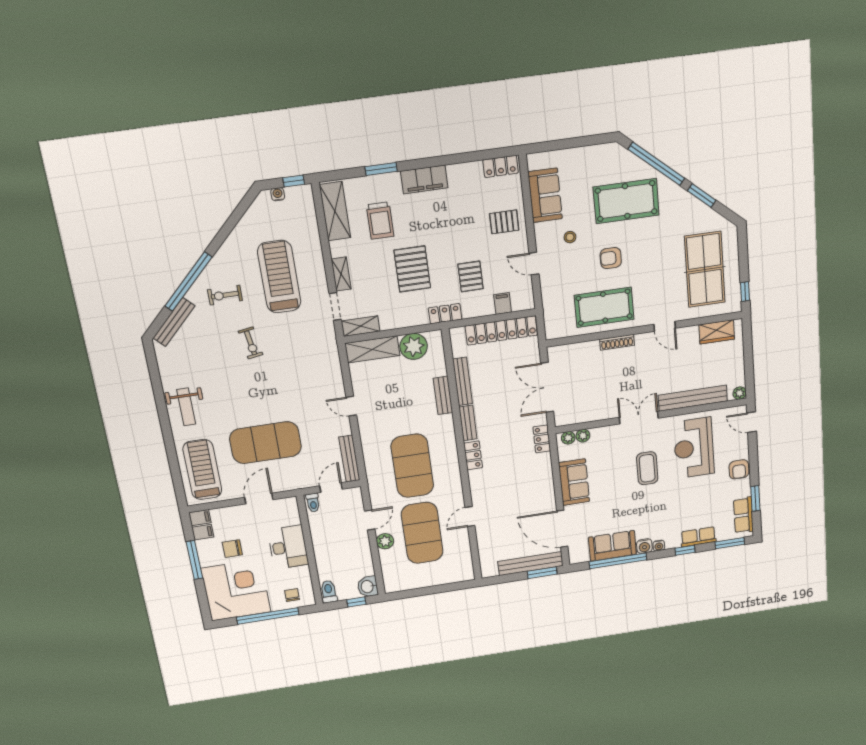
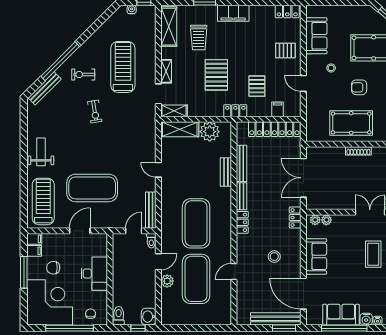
weight bench: (186, 407) -> (41, 152), turned 180
stool: (520, 491) -> (274, 257), added
toilet: (313, 503) -> (151, 241), moved

